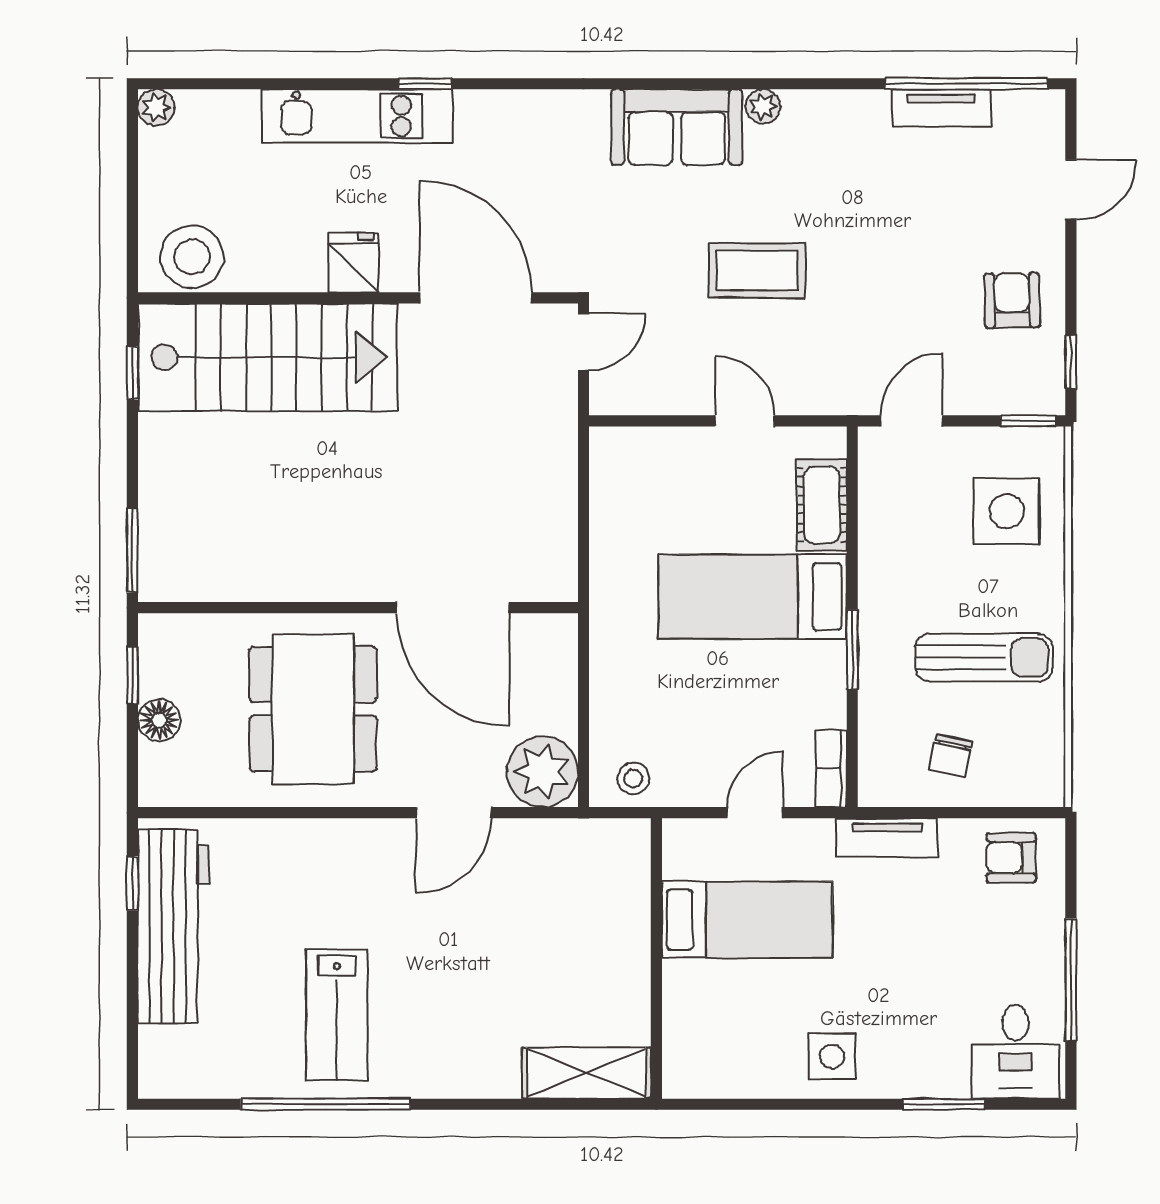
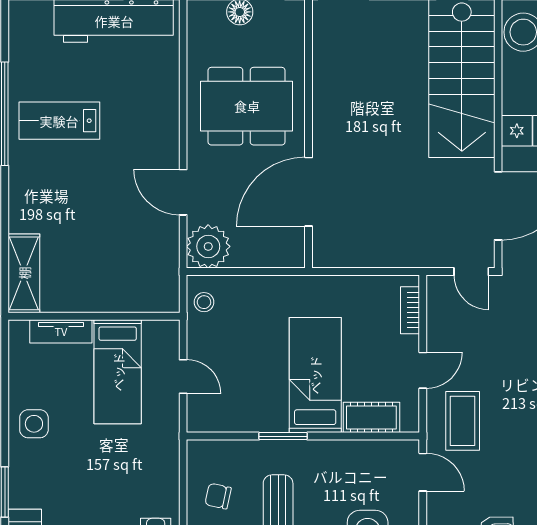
coffee table: (757, 270) -> (463, 421), moved
bookcase: (831, 769) -> (410, 310), moved, turned -90
tv unit: (887, 838) -> (61, 331), moved, turned -90

